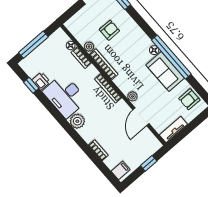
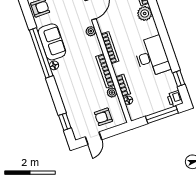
armchair: (109, 30) -> (103, 117), moved
printer: (41, 81) -> (175, 99), moved
plant: (77, 121) -> (145, 13), moved

